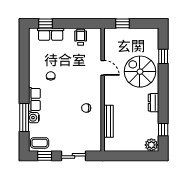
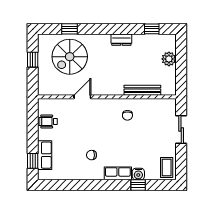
window: (122, 23) -> (33, 60), moved
spiral stairs: (140, 72) -> (70, 57), moved
window: (24, 117) -> (138, 185), width x0.46
plant: (151, 145) -> (169, 59), moved
window: (45, 156) -> (181, 162), removed

